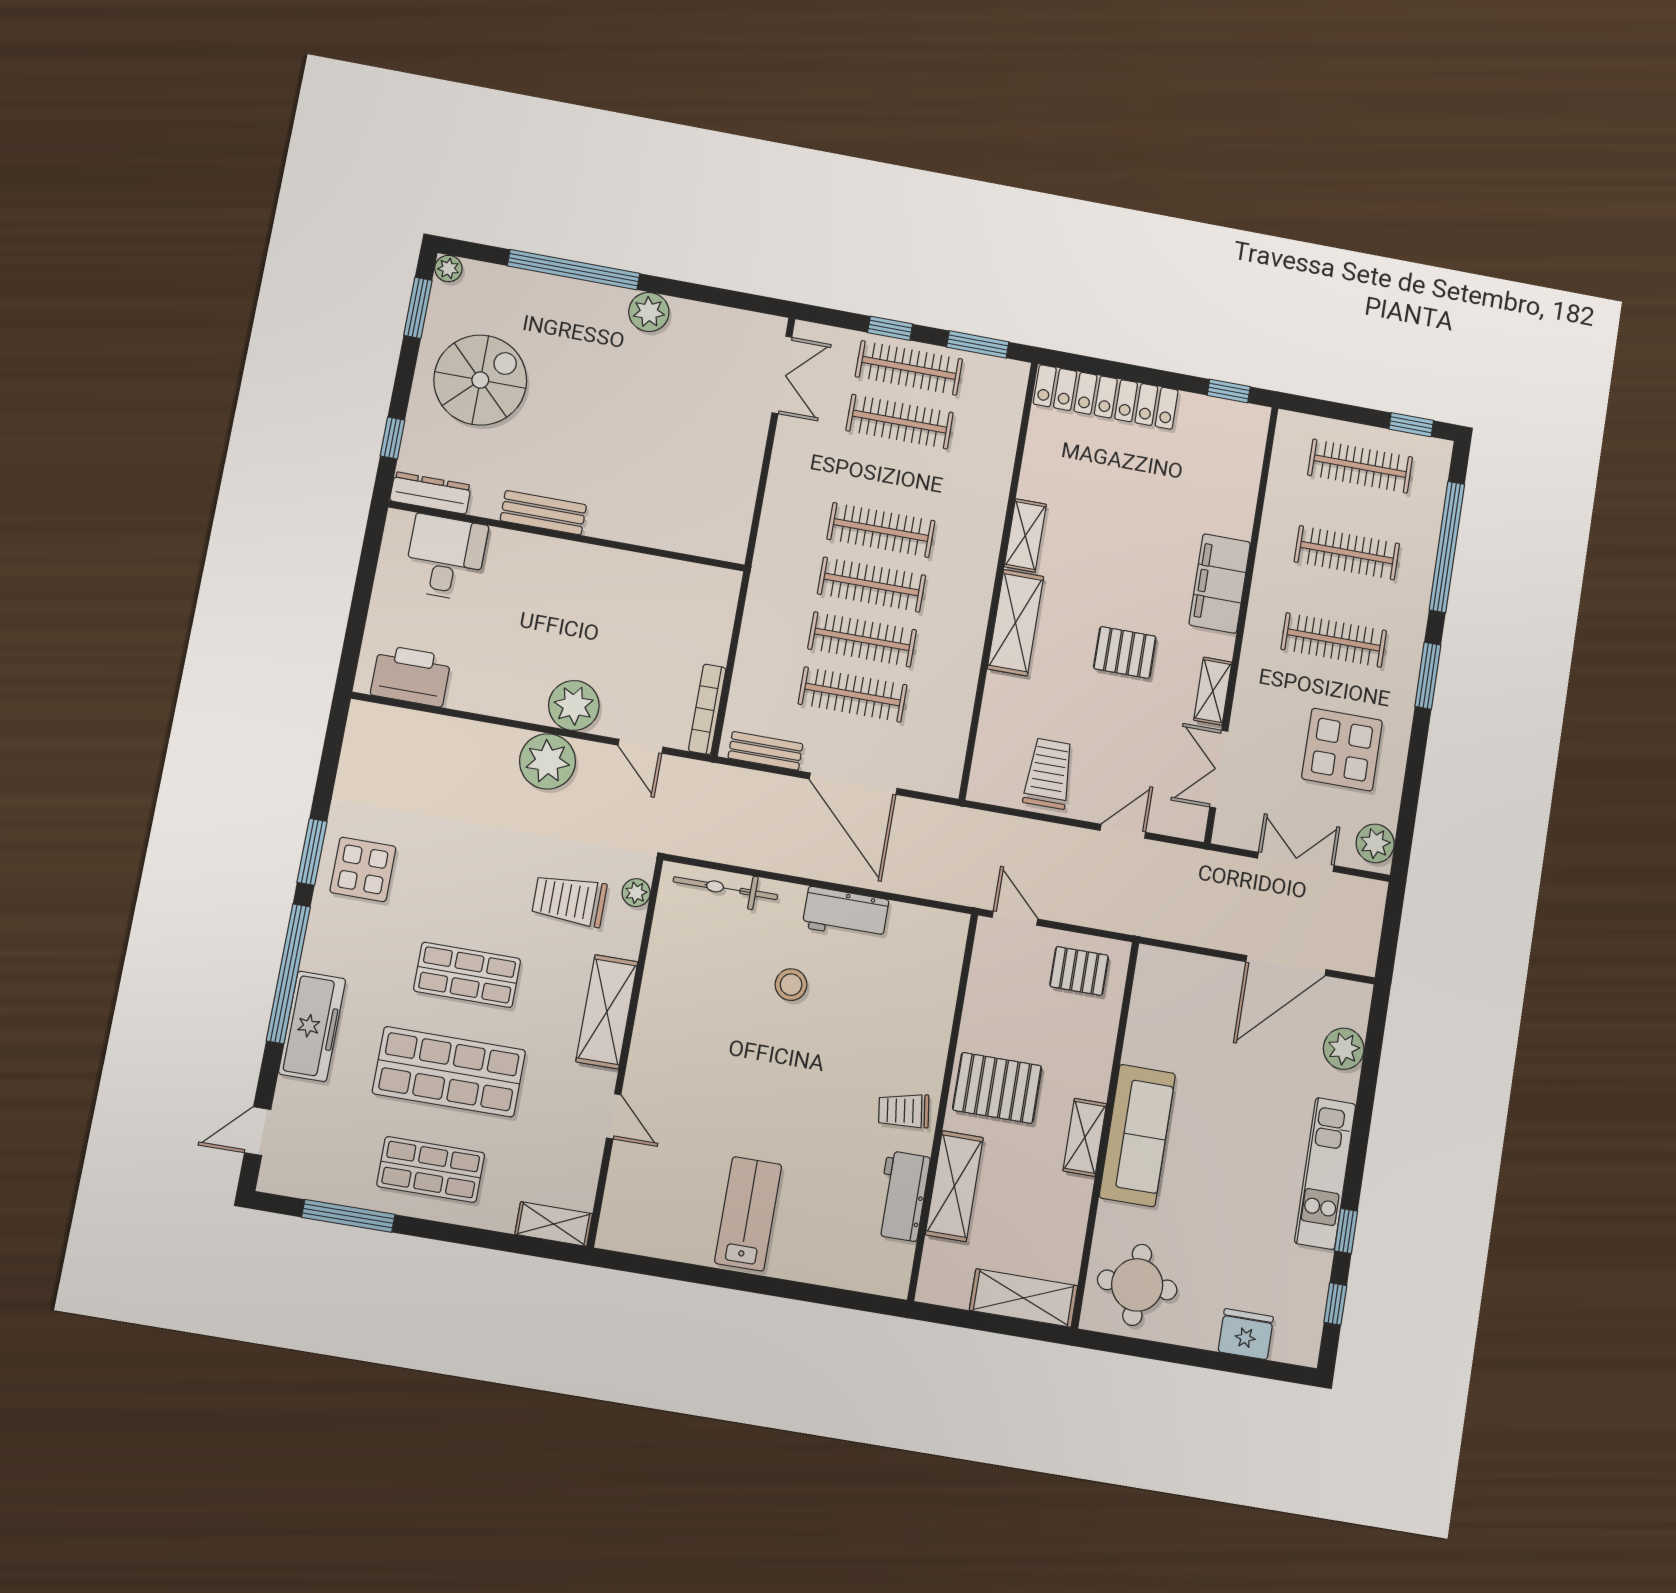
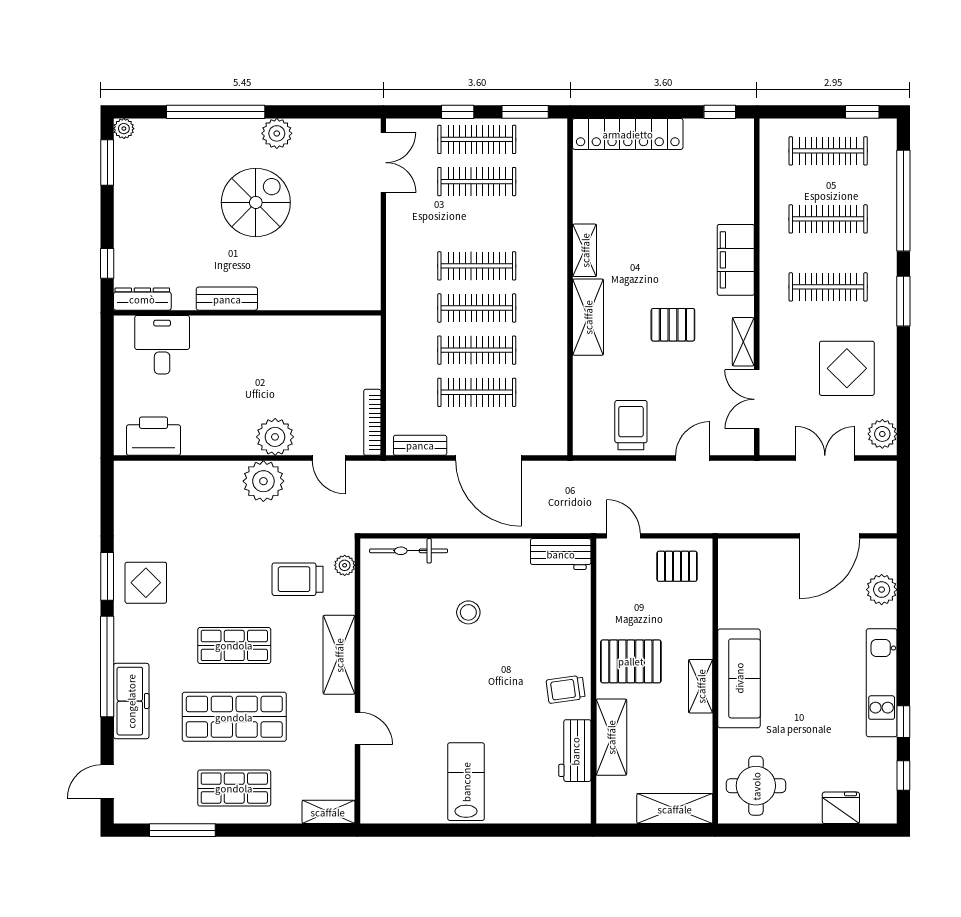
spiral stairs: (480, 380) -> (256, 202), moved
workbench: (846, 914) -> (561, 554), moved

